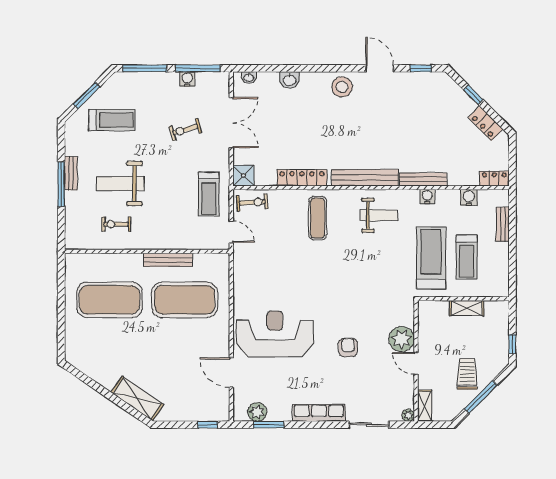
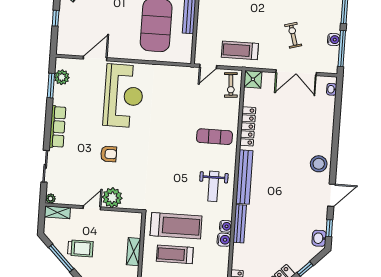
washbasin: (290, 80) -> (319, 238), moved
water cooler: (469, 197) -> (224, 240), moved
window: (208, 425) -> (56, 18), moved

